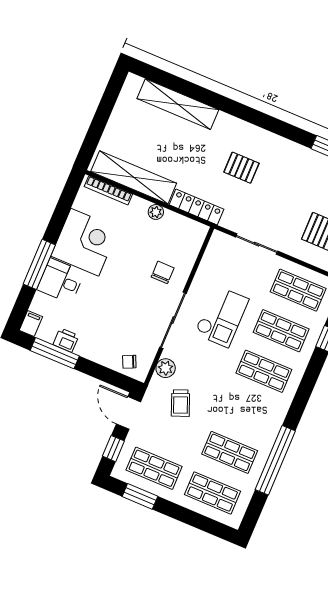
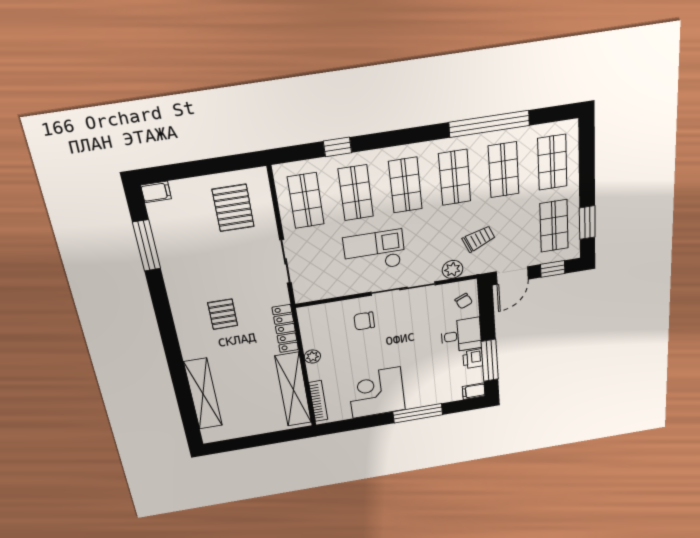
desk: (61, 281) -> (461, 335), moved, turned -90
shop shelf: (247, 412) -> (455, 177), added

